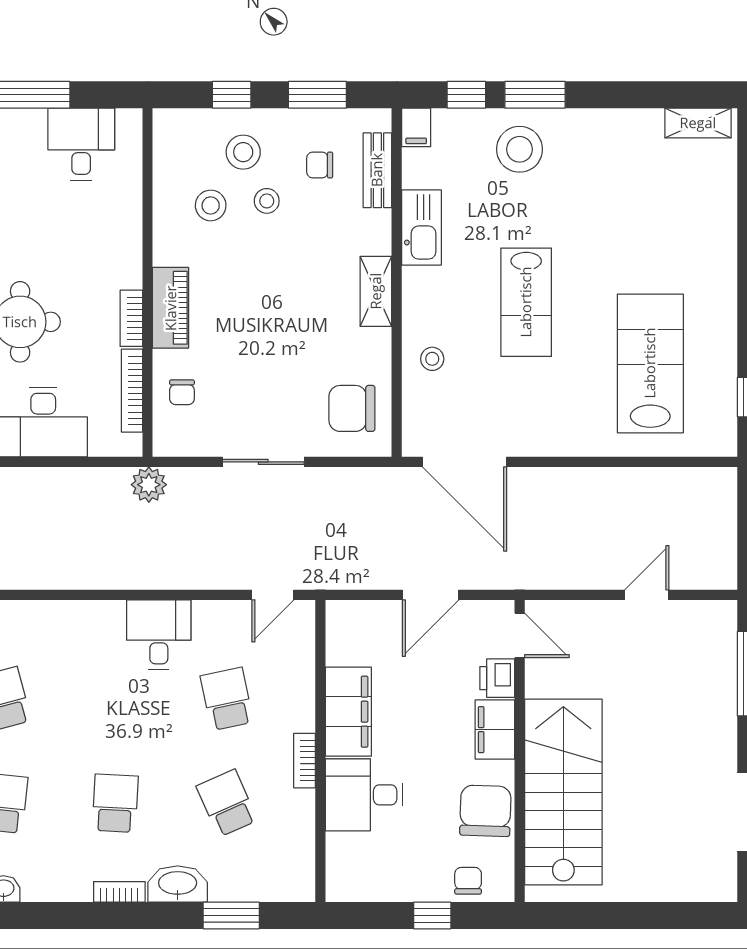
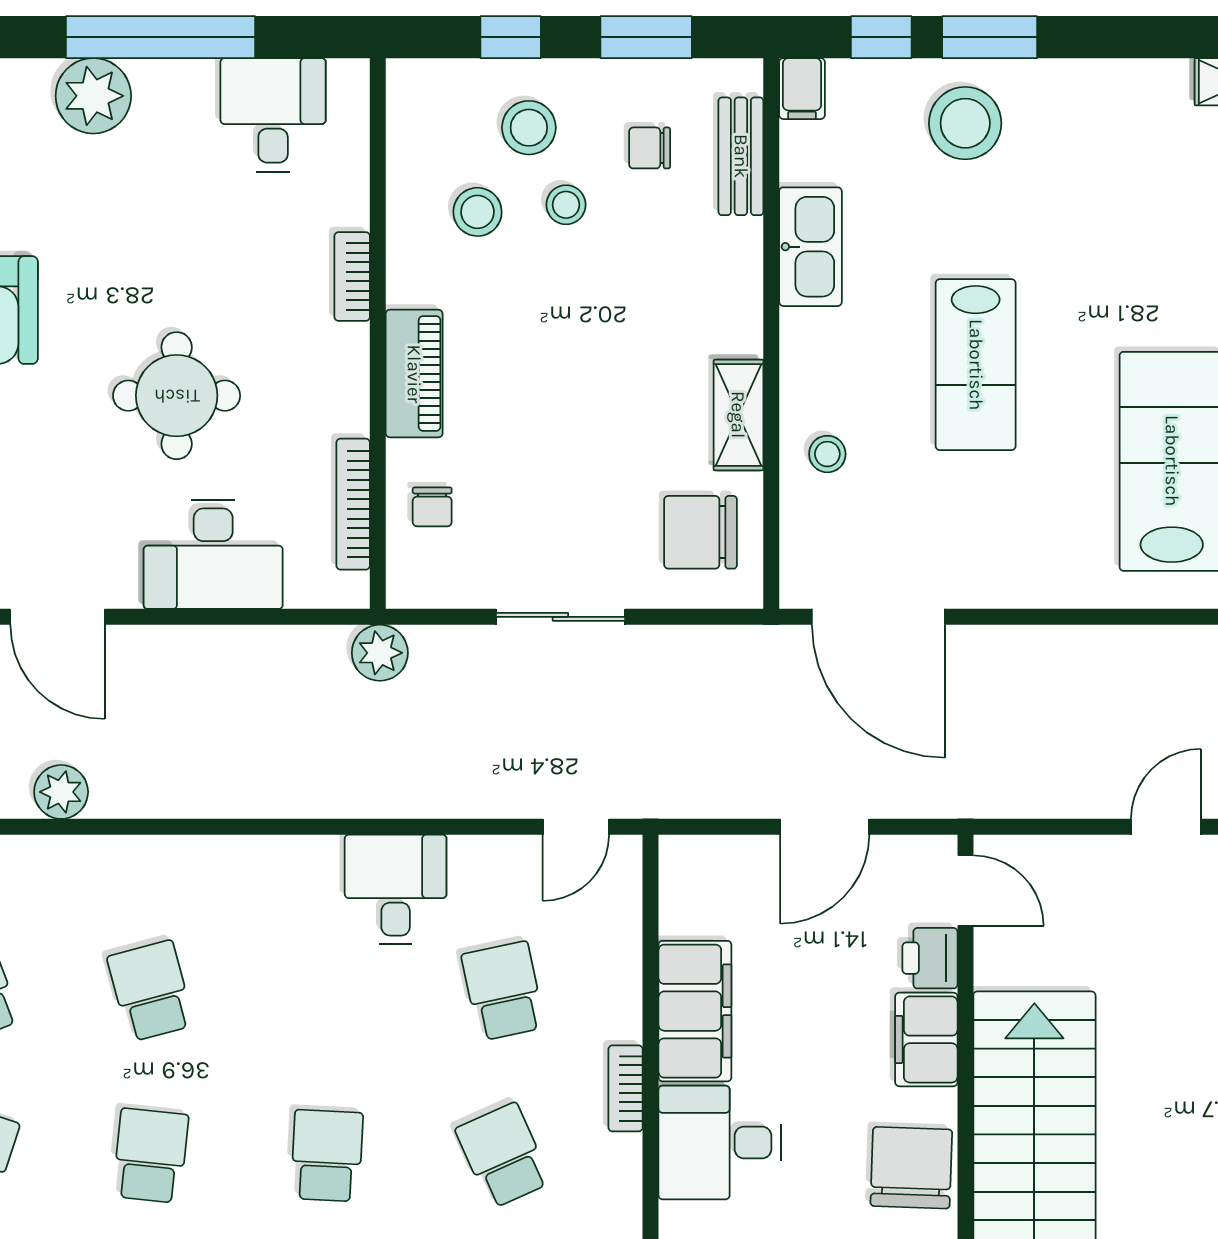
shelving: (376, 291) -> (738, 415), moved
bookcase: (131, 318) -> (352, 276), moved

